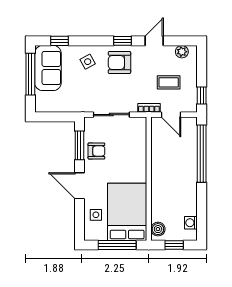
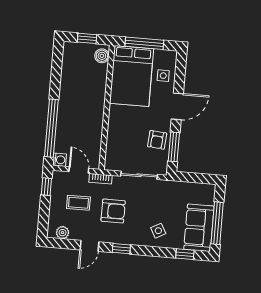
armchair: (119, 62) -> (113, 211), moved
armchair: (96, 151) -> (157, 140), turned -85
door: (79, 186) -> (177, 106), hinge flipped
washing machine: (191, 223) -> (60, 160), moved

